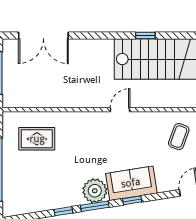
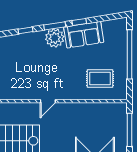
door: (120, 110) -> (48, 101), moved
sofa: (131, 183) -> (84, 35), moved

